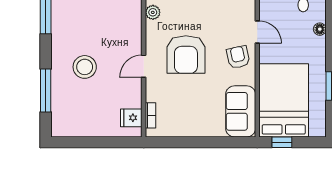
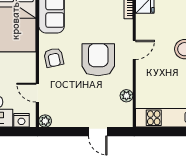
door: (257, 32) -> (37, 93), moved

